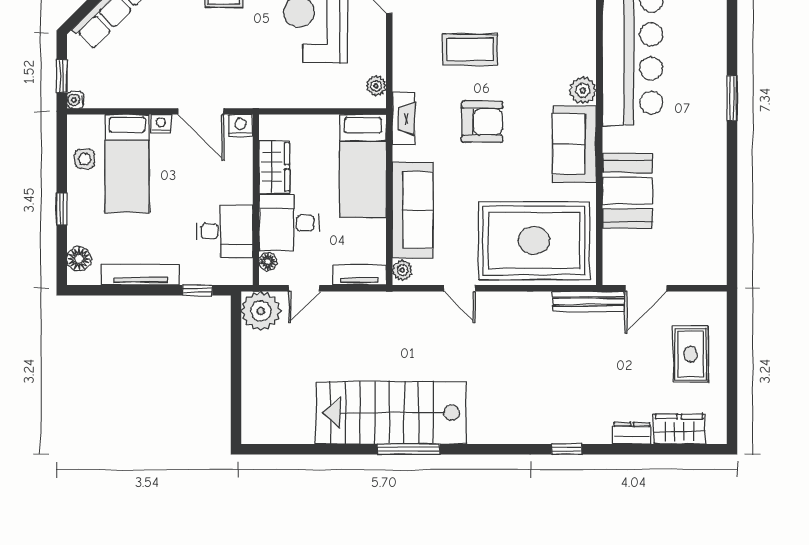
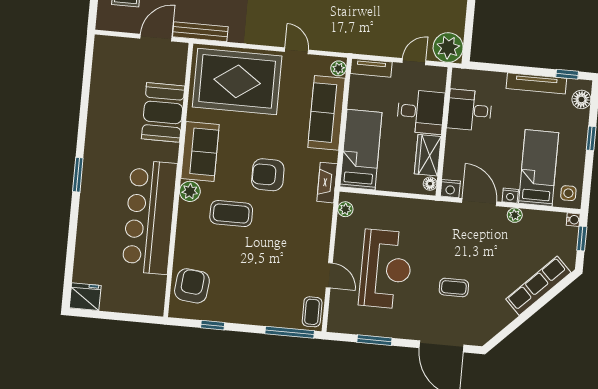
coffee table: (470, 50) -> (231, 214), moved
plant: (153, 99) -> (515, 215), added
side table: (85, 159) -> (568, 193), moved
floor lamp: (268, 262) -> (430, 184), moved
window: (197, 290) -> (567, 74), moved

